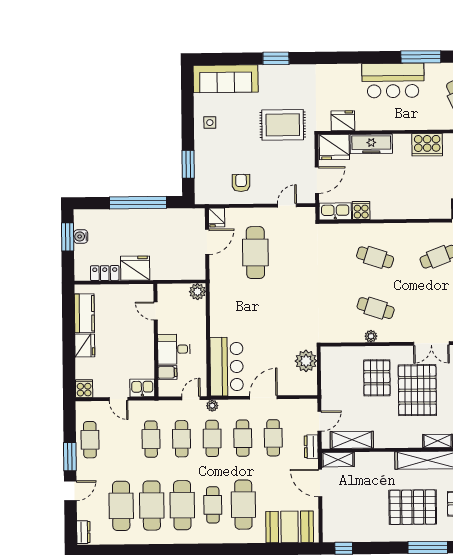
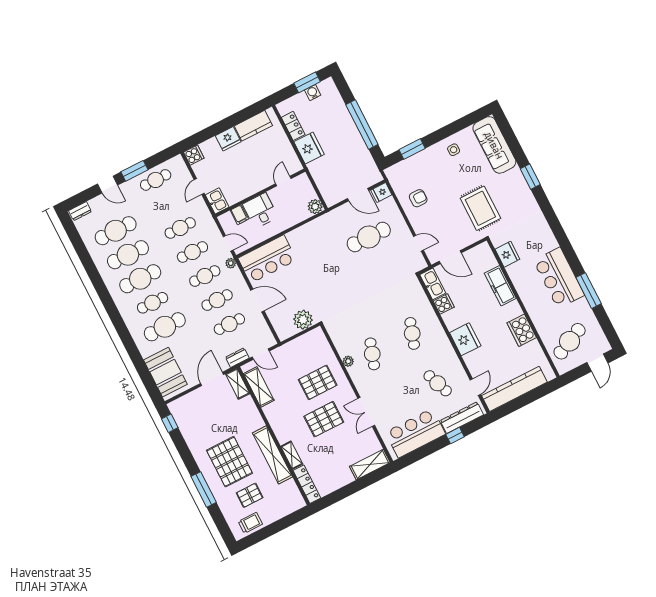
fridge: (334, 147) -> (465, 339), moved, turned 180
pallet: (417, 390) -> (324, 419), width x0.73, depth x0.71

